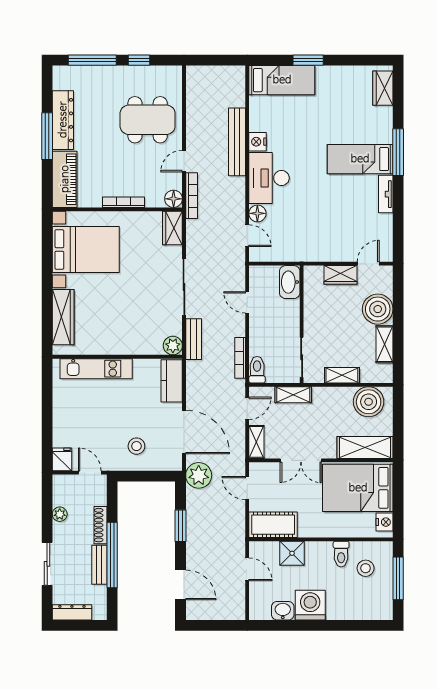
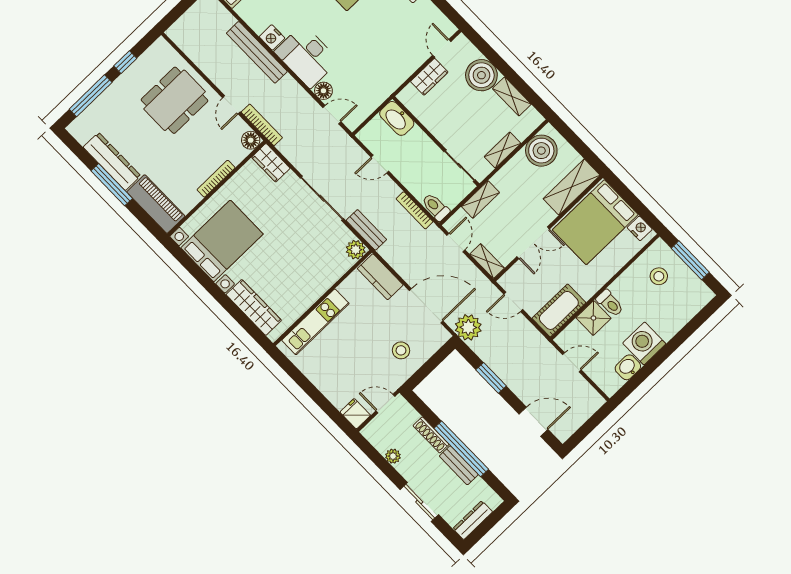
toilet: (341, 554) -> (610, 303), moved

